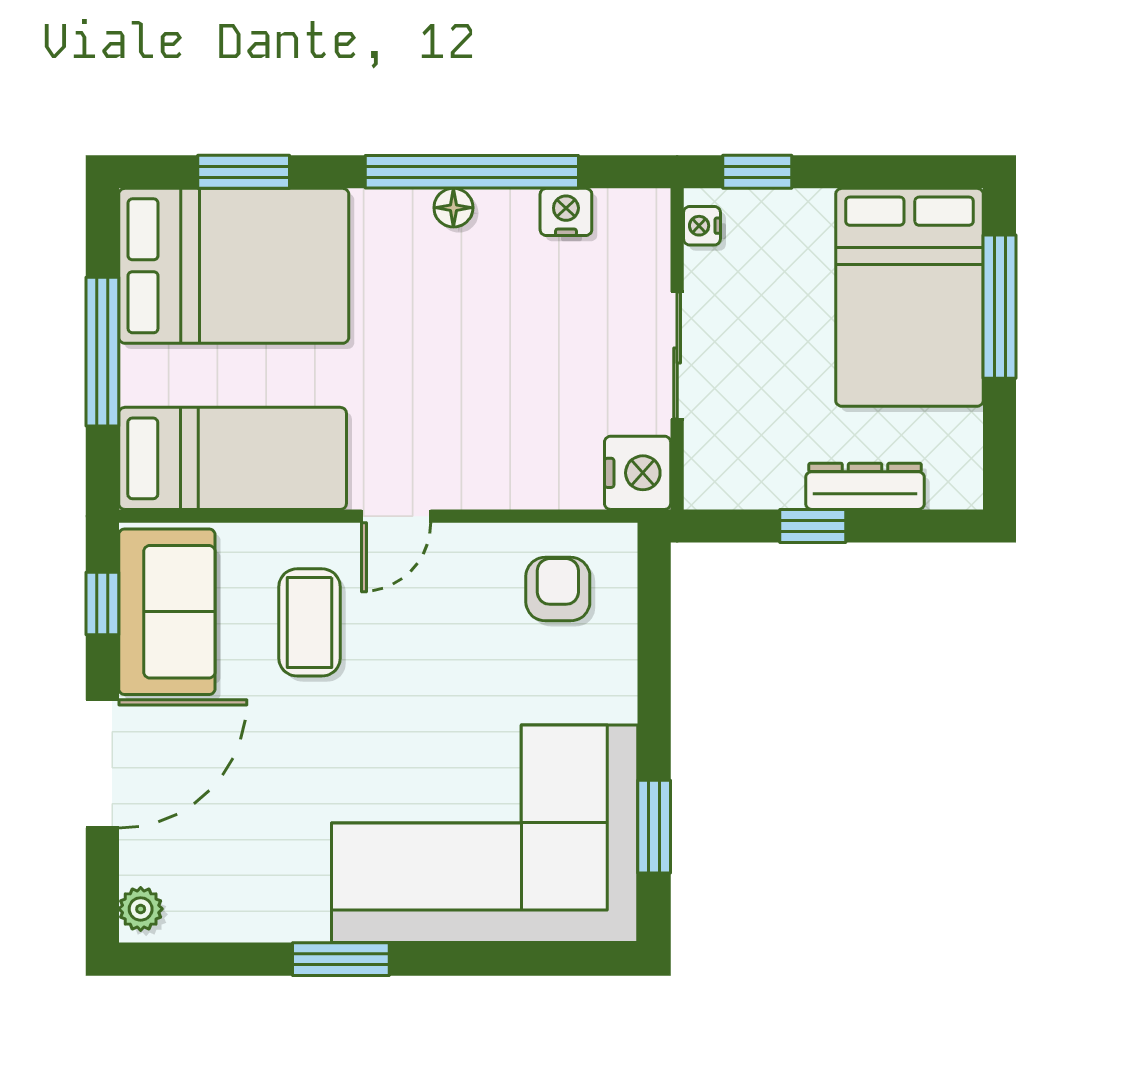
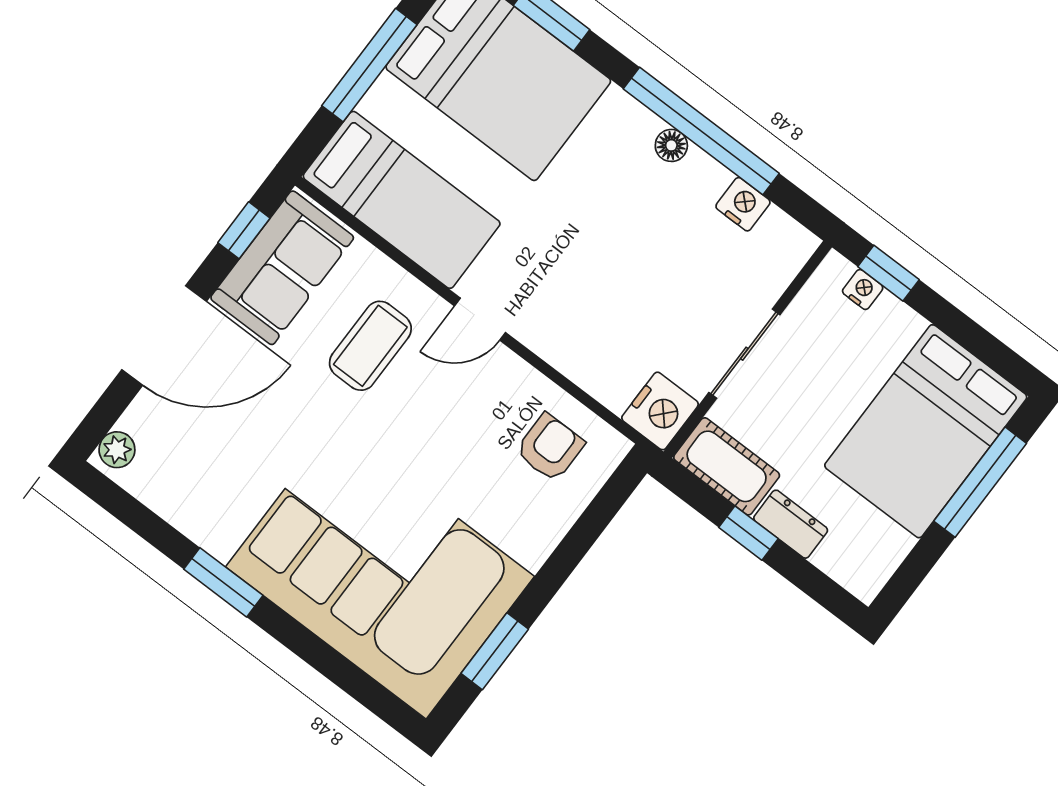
nightstand: (702, 226) -> (863, 289), moved, turned 90
cot: (743, 478) -> (727, 466), added
dresser: (865, 486) -> (791, 524), width x0.70

